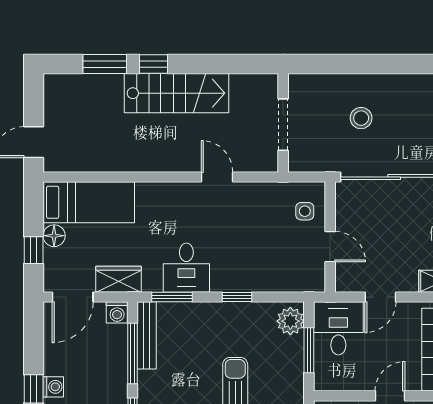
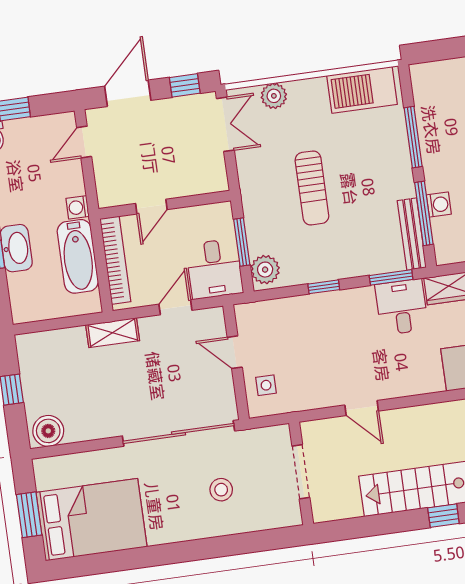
desk: (186, 268) -> (402, 307), moved
washing machine: (117, 312) -> (439, 205), moved, turned 90

